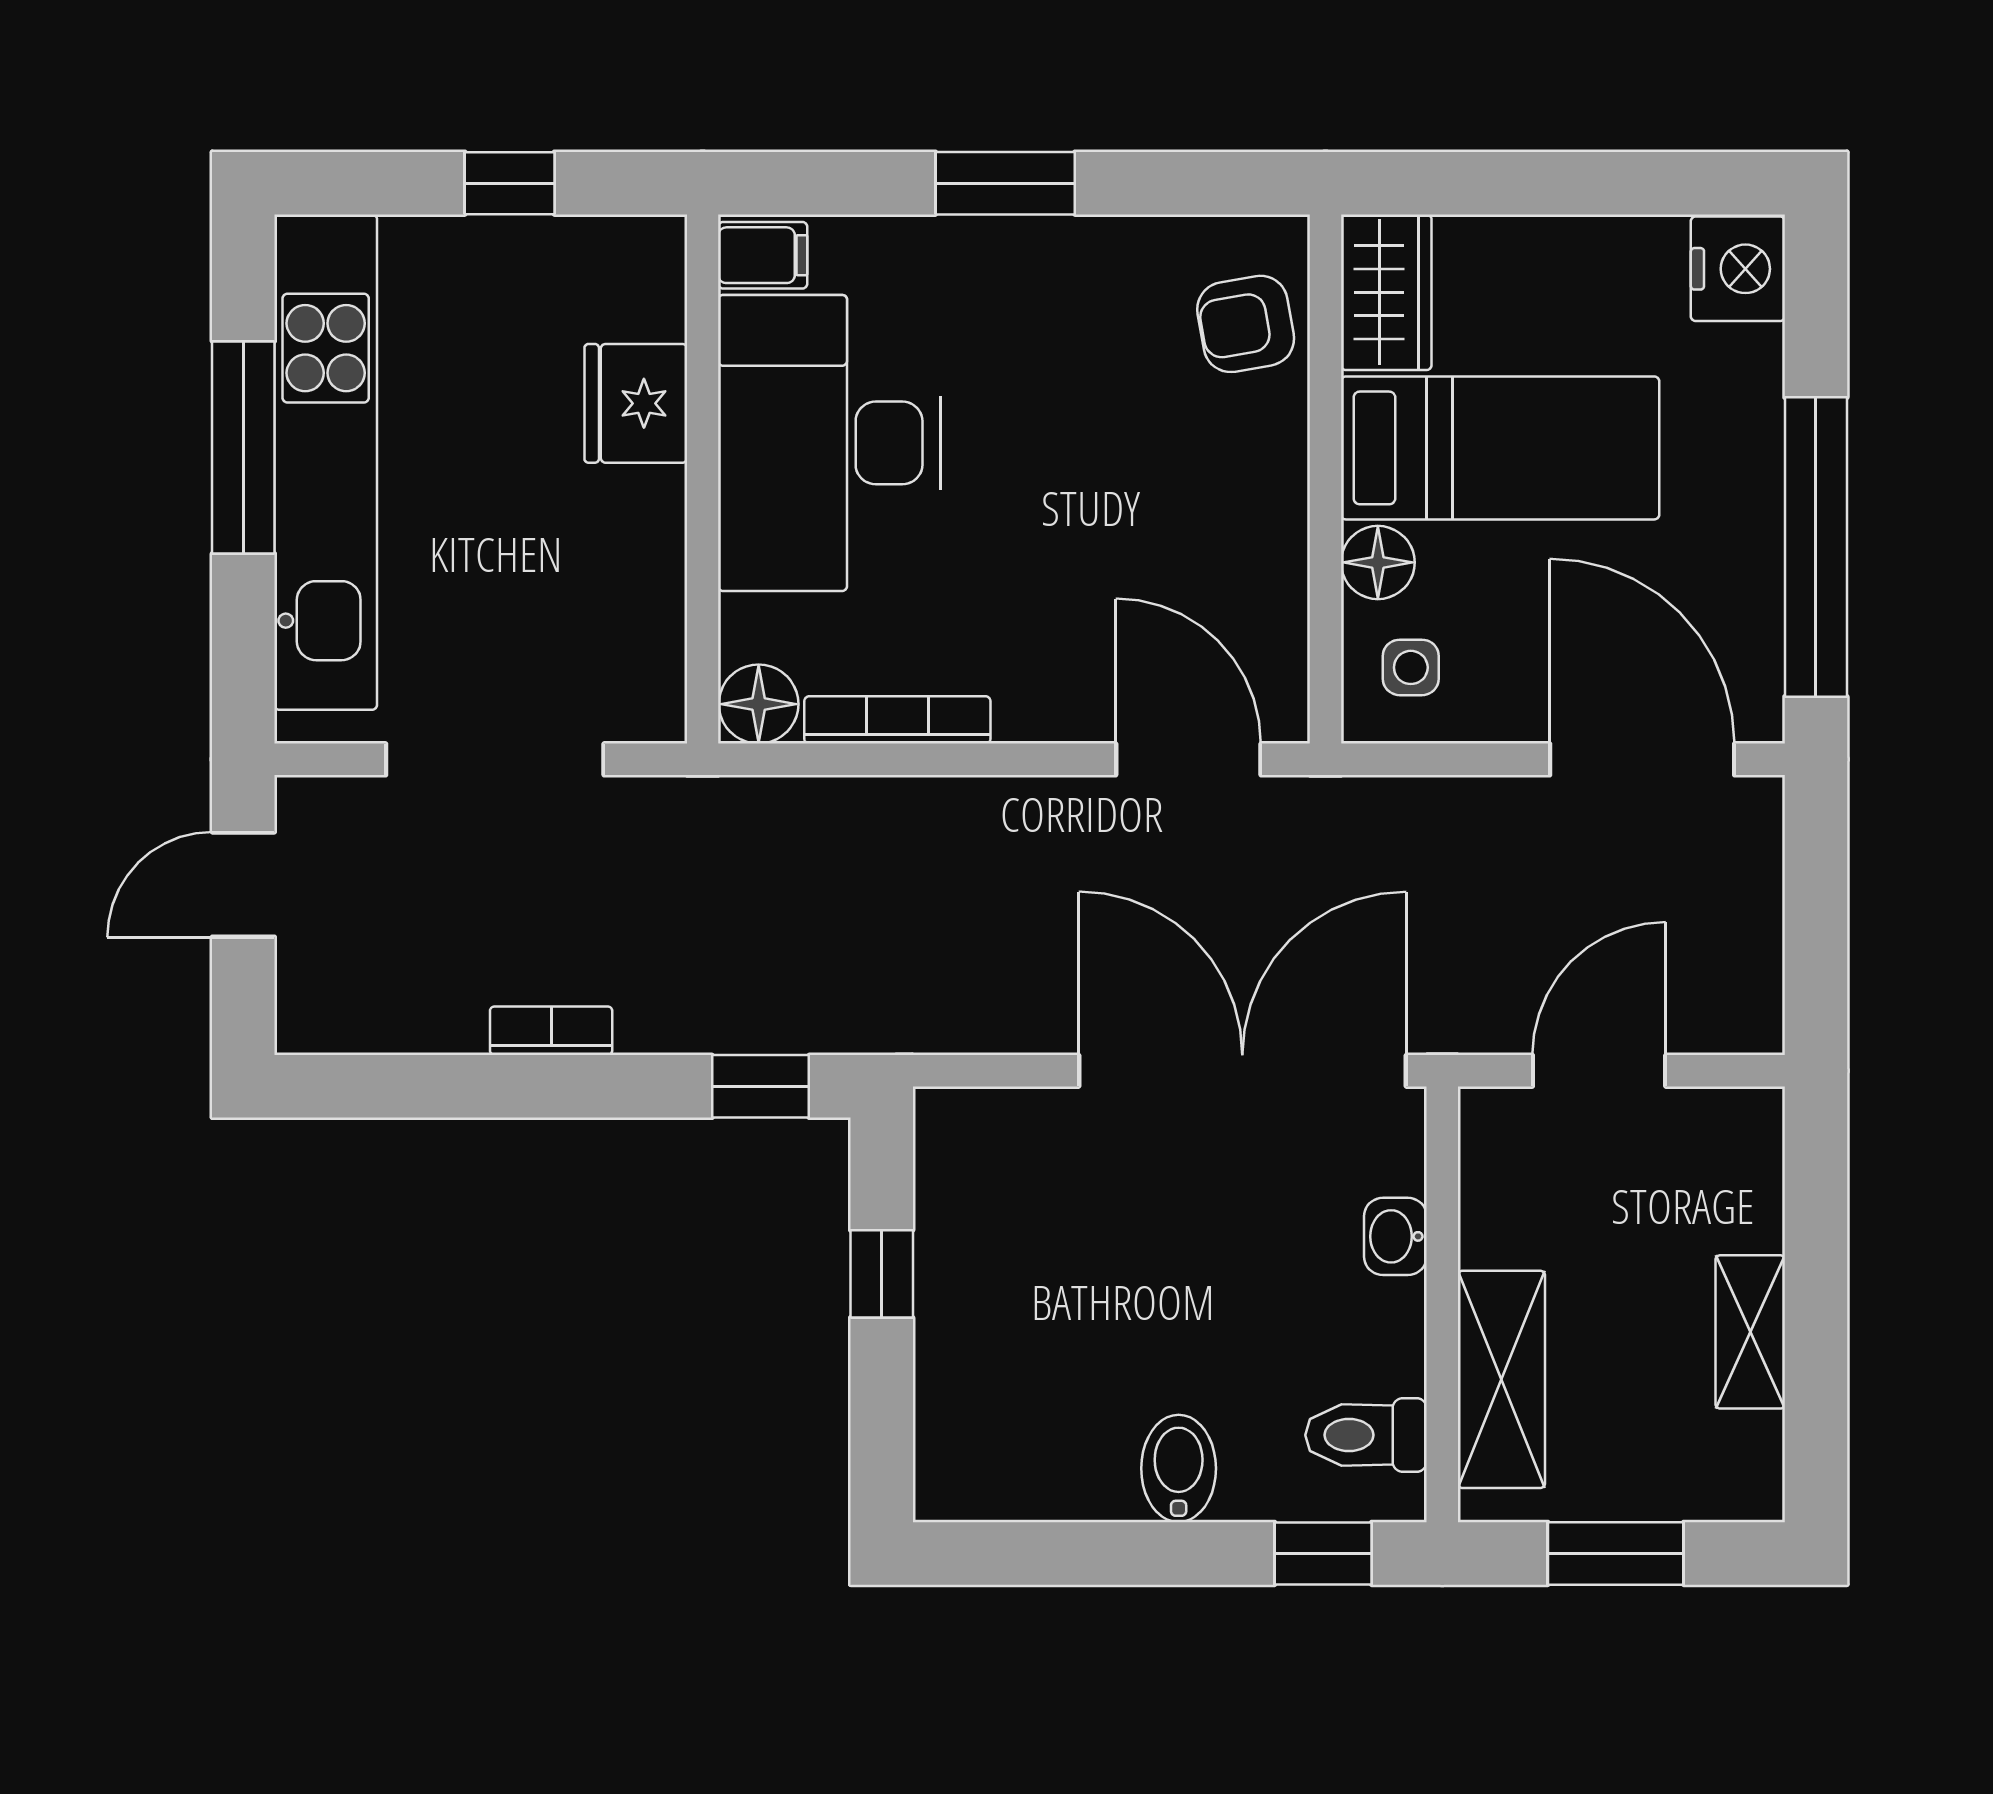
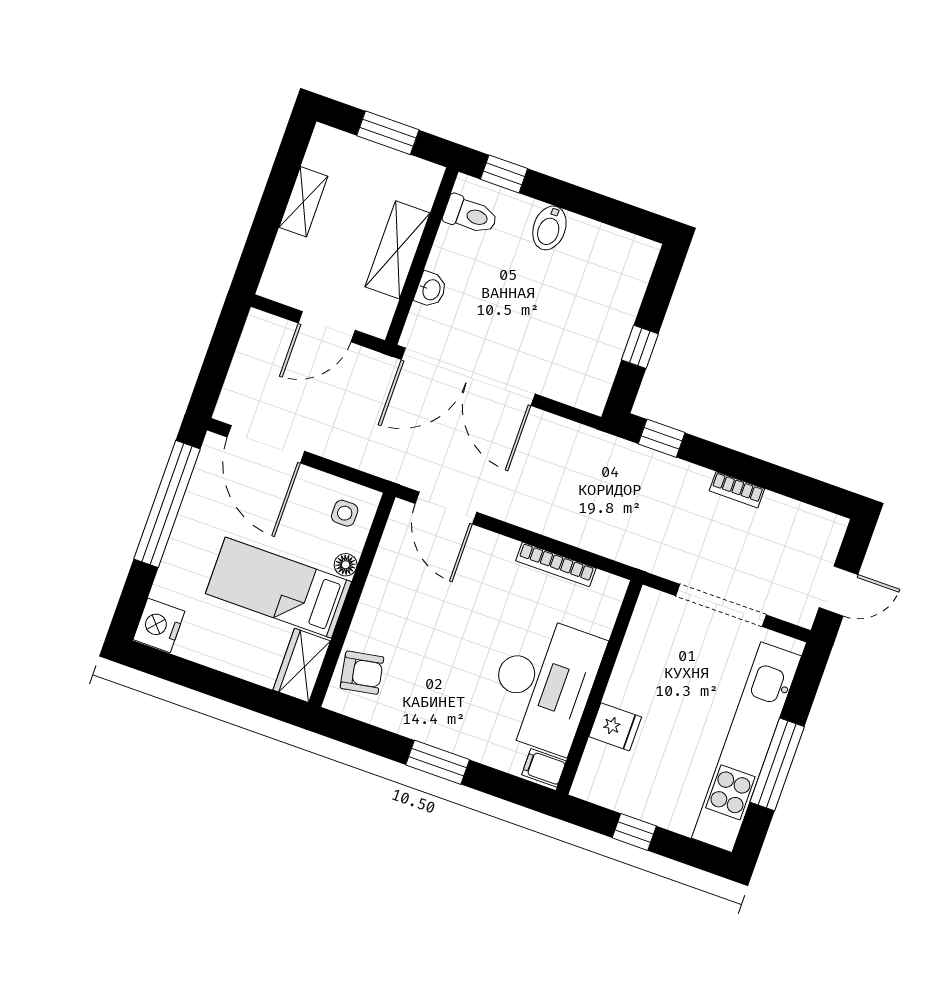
fridge: (636, 403) -> (615, 727), width x0.72
floor lamp: (1378, 562) -> (346, 565), width x0.73, depth x0.73
floor lamp: (759, 704) -> (609, 590), removed
shelving: (1501, 1379) -> (398, 250), moved

